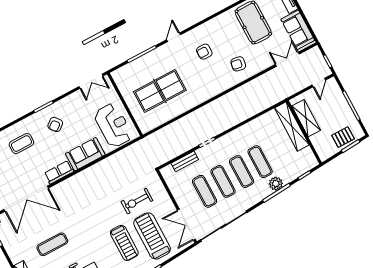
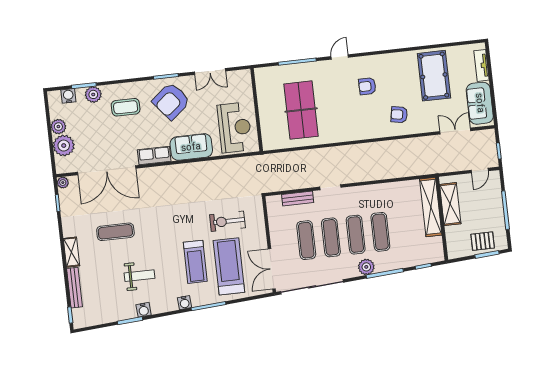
double door: (91, 81) -> (210, 71), moved
table tennis table: (160, 91) -> (301, 110), turned 90
armchair: (55, 124) -> (171, 101), width x1.88, depth x1.88
plant: (276, 184) -> (366, 267), moved

